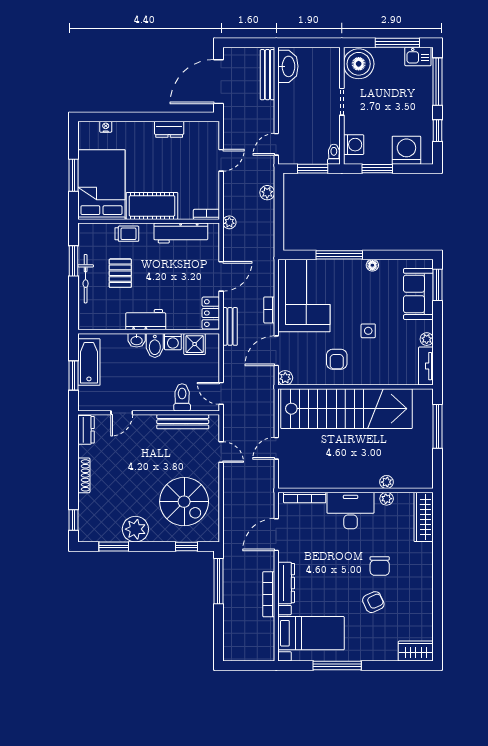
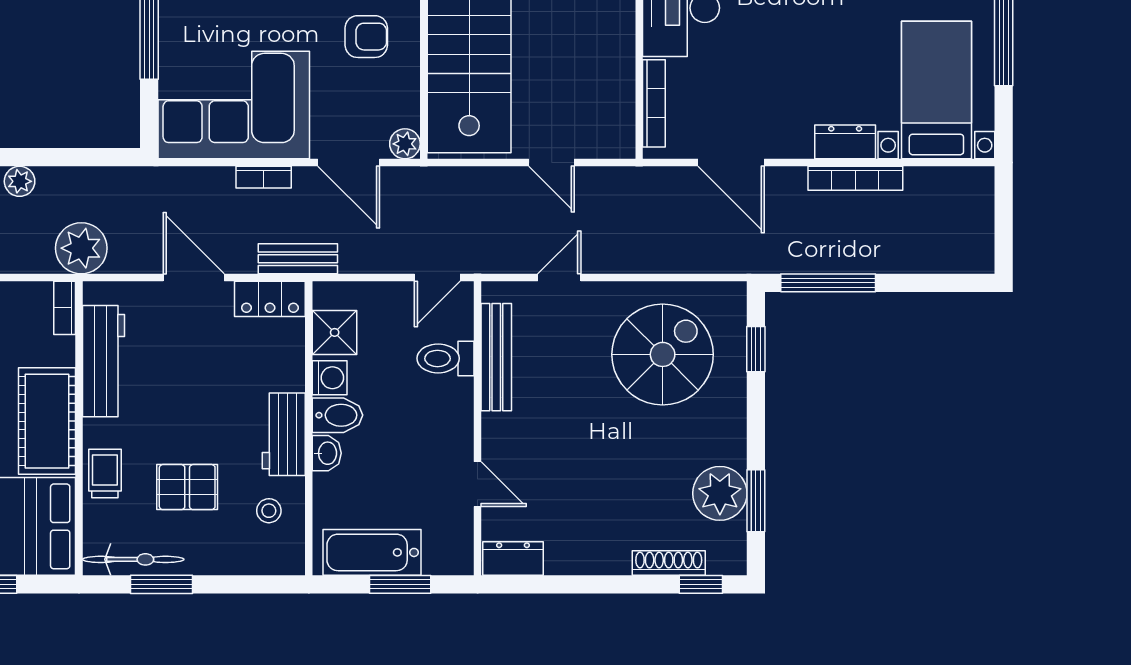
plant: (229, 222) -> (81, 248), width x1.88, depth x1.88
bicycle: (86, 279) -> (133, 559), moved
stool: (109, 312) -> (269, 511), added
shoe rack: (84, 475) -> (669, 563), moved
plant: (135, 529) -> (720, 493), moved
dresser: (286, 583) -> (845, 142), width x0.70

